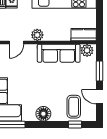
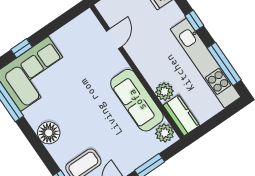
plant: (37, 35) -> (164, 92), moved
door: (16, 43) -> (114, 39), swing flipped

